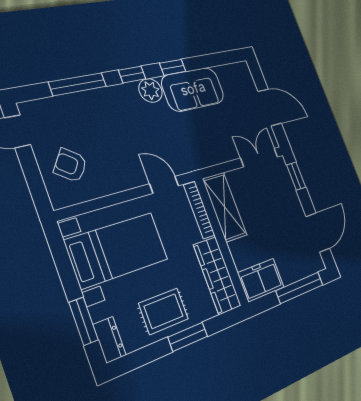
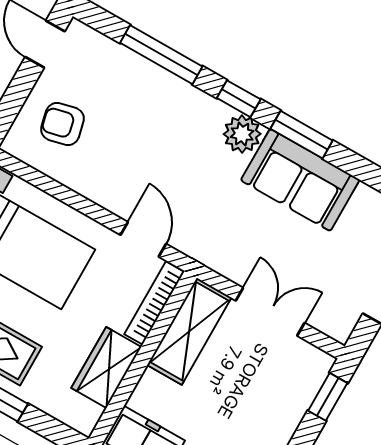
window: (173, 67) -> (302, 135), width x1.50
double door: (259, 158) -> (270, 312), moved
armchair: (70, 165) -> (62, 124), turned -50
wardrobe: (217, 275) -> (106, 367), width x0.67

